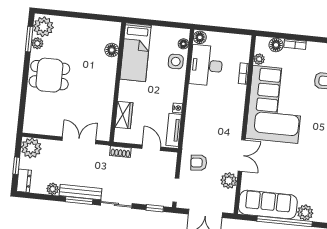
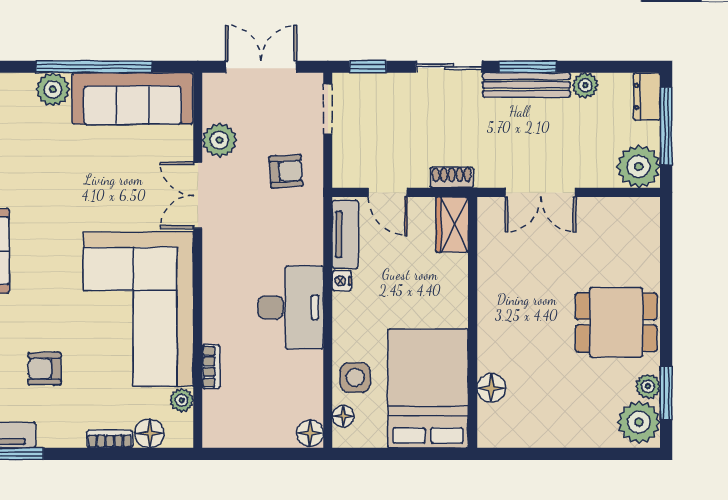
bed: (135, 52) -> (428, 388), width x1.50
desk: (206, 65) -> (291, 307), moved
wardrobe: (124, 115) -> (452, 225), moved
window: (16, 166) -> (666, 126), width x2.17

